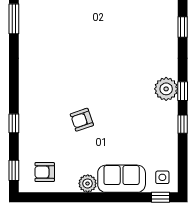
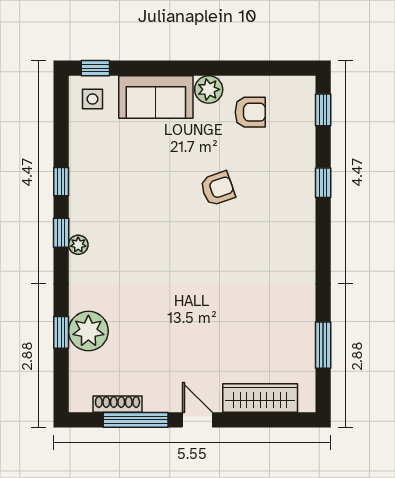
plant: (165, 28) -> (88, 331), added
plant: (166, 89) -> (78, 245), width x0.53, depth x0.53
armchair: (45, 172) -> (250, 112), moved

